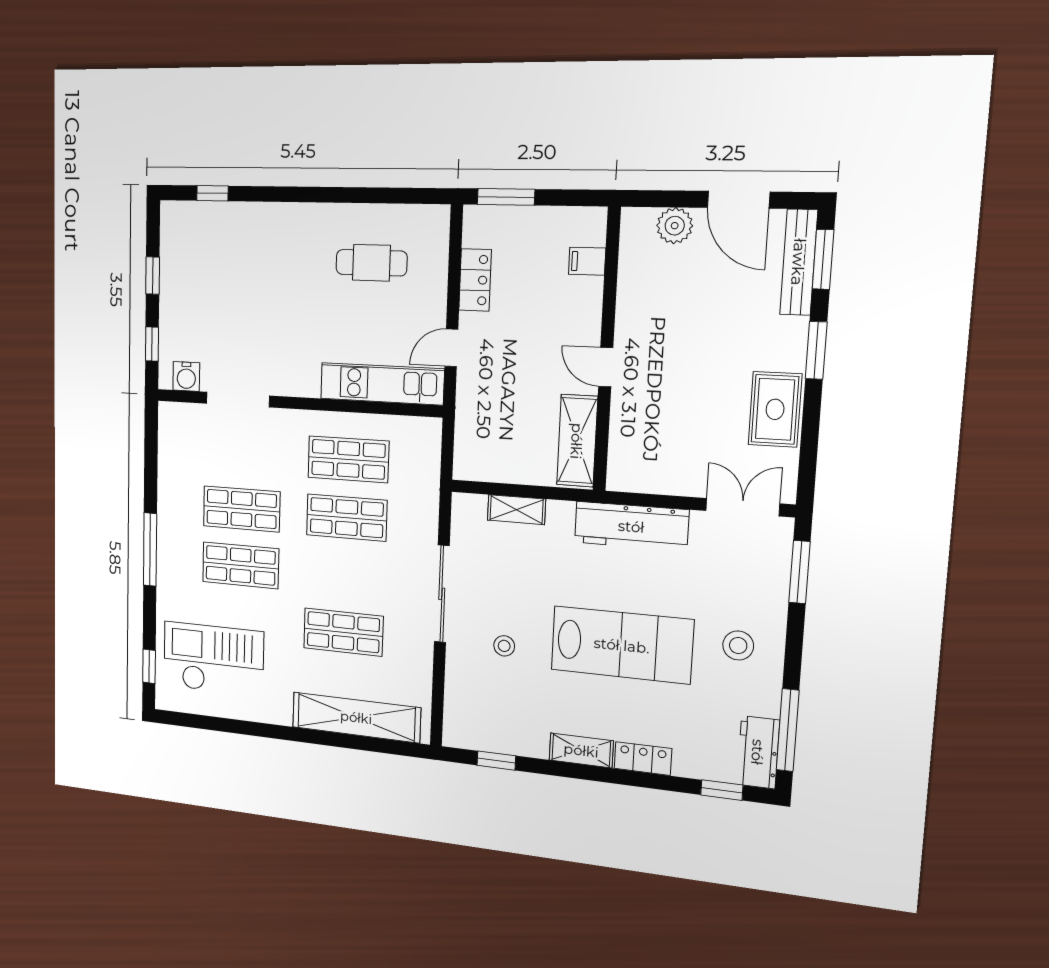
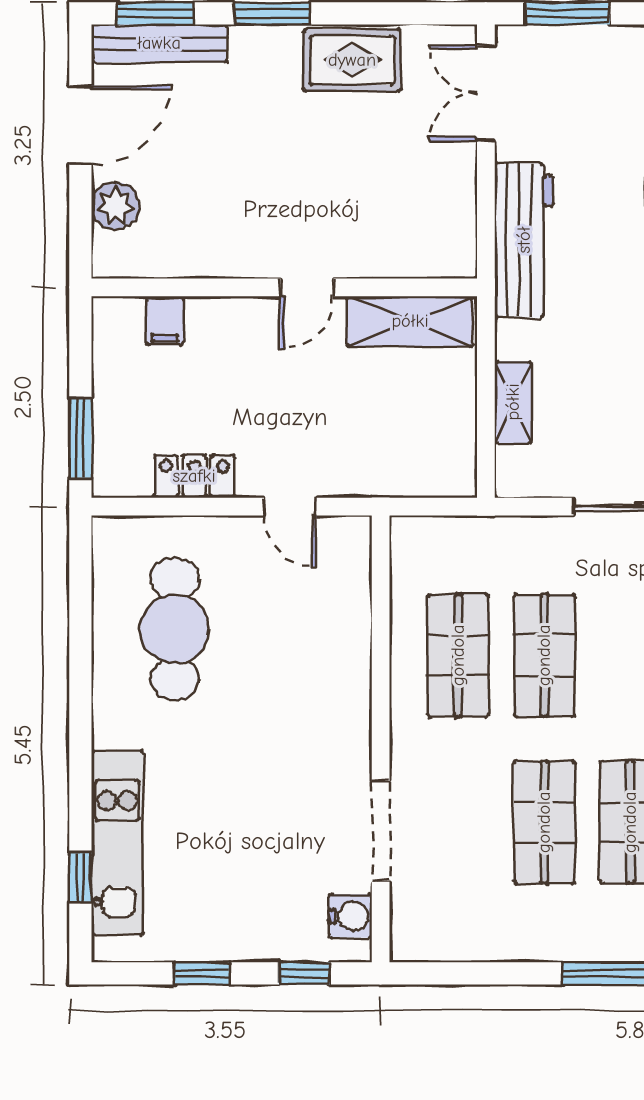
cafe table: (371, 263) -> (175, 629), width x1.37, depth x1.35
kitchen unit: (382, 384) -> (117, 843), moved, turned 180

